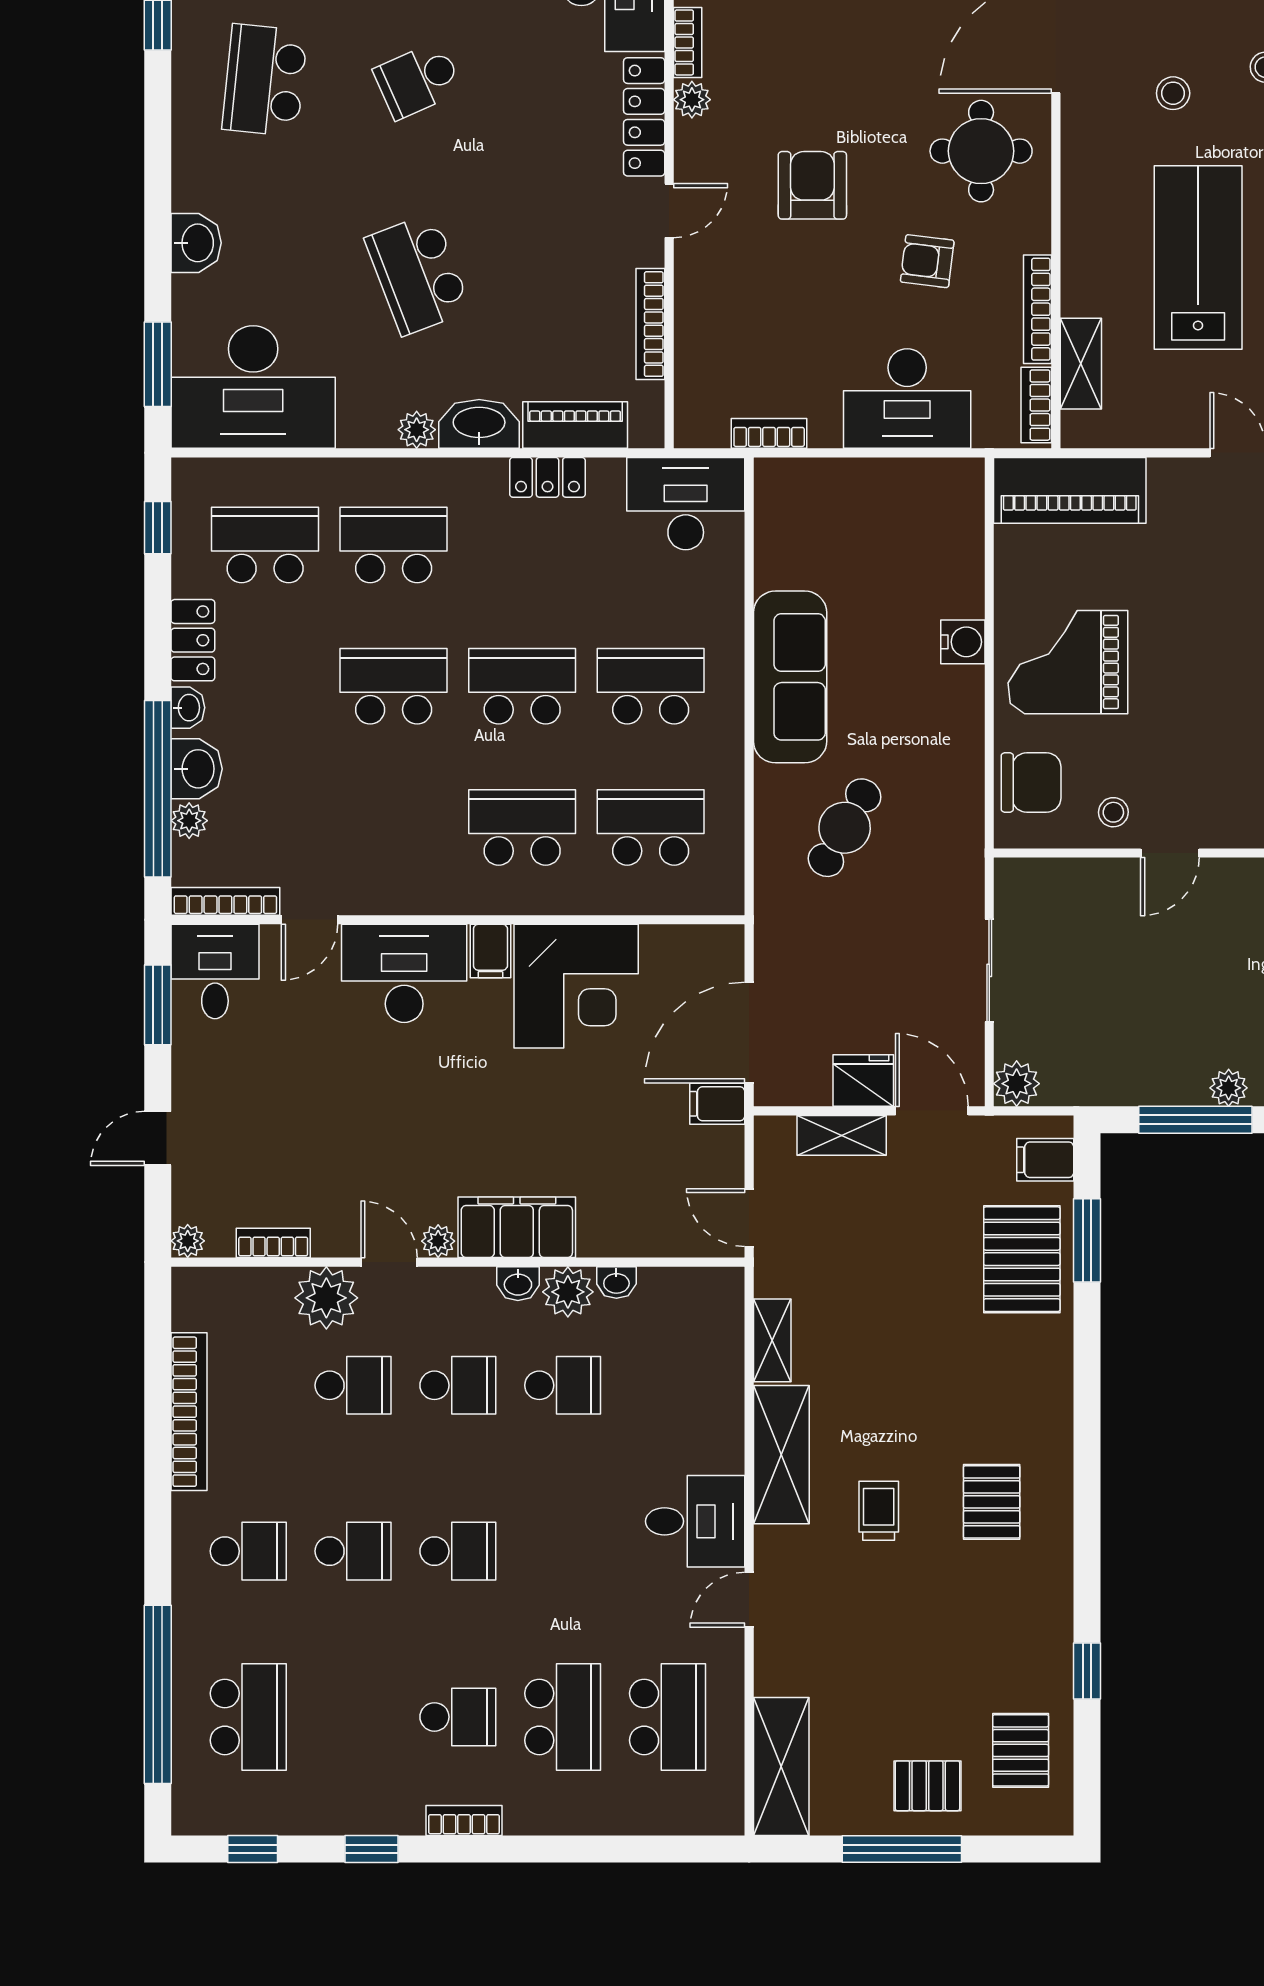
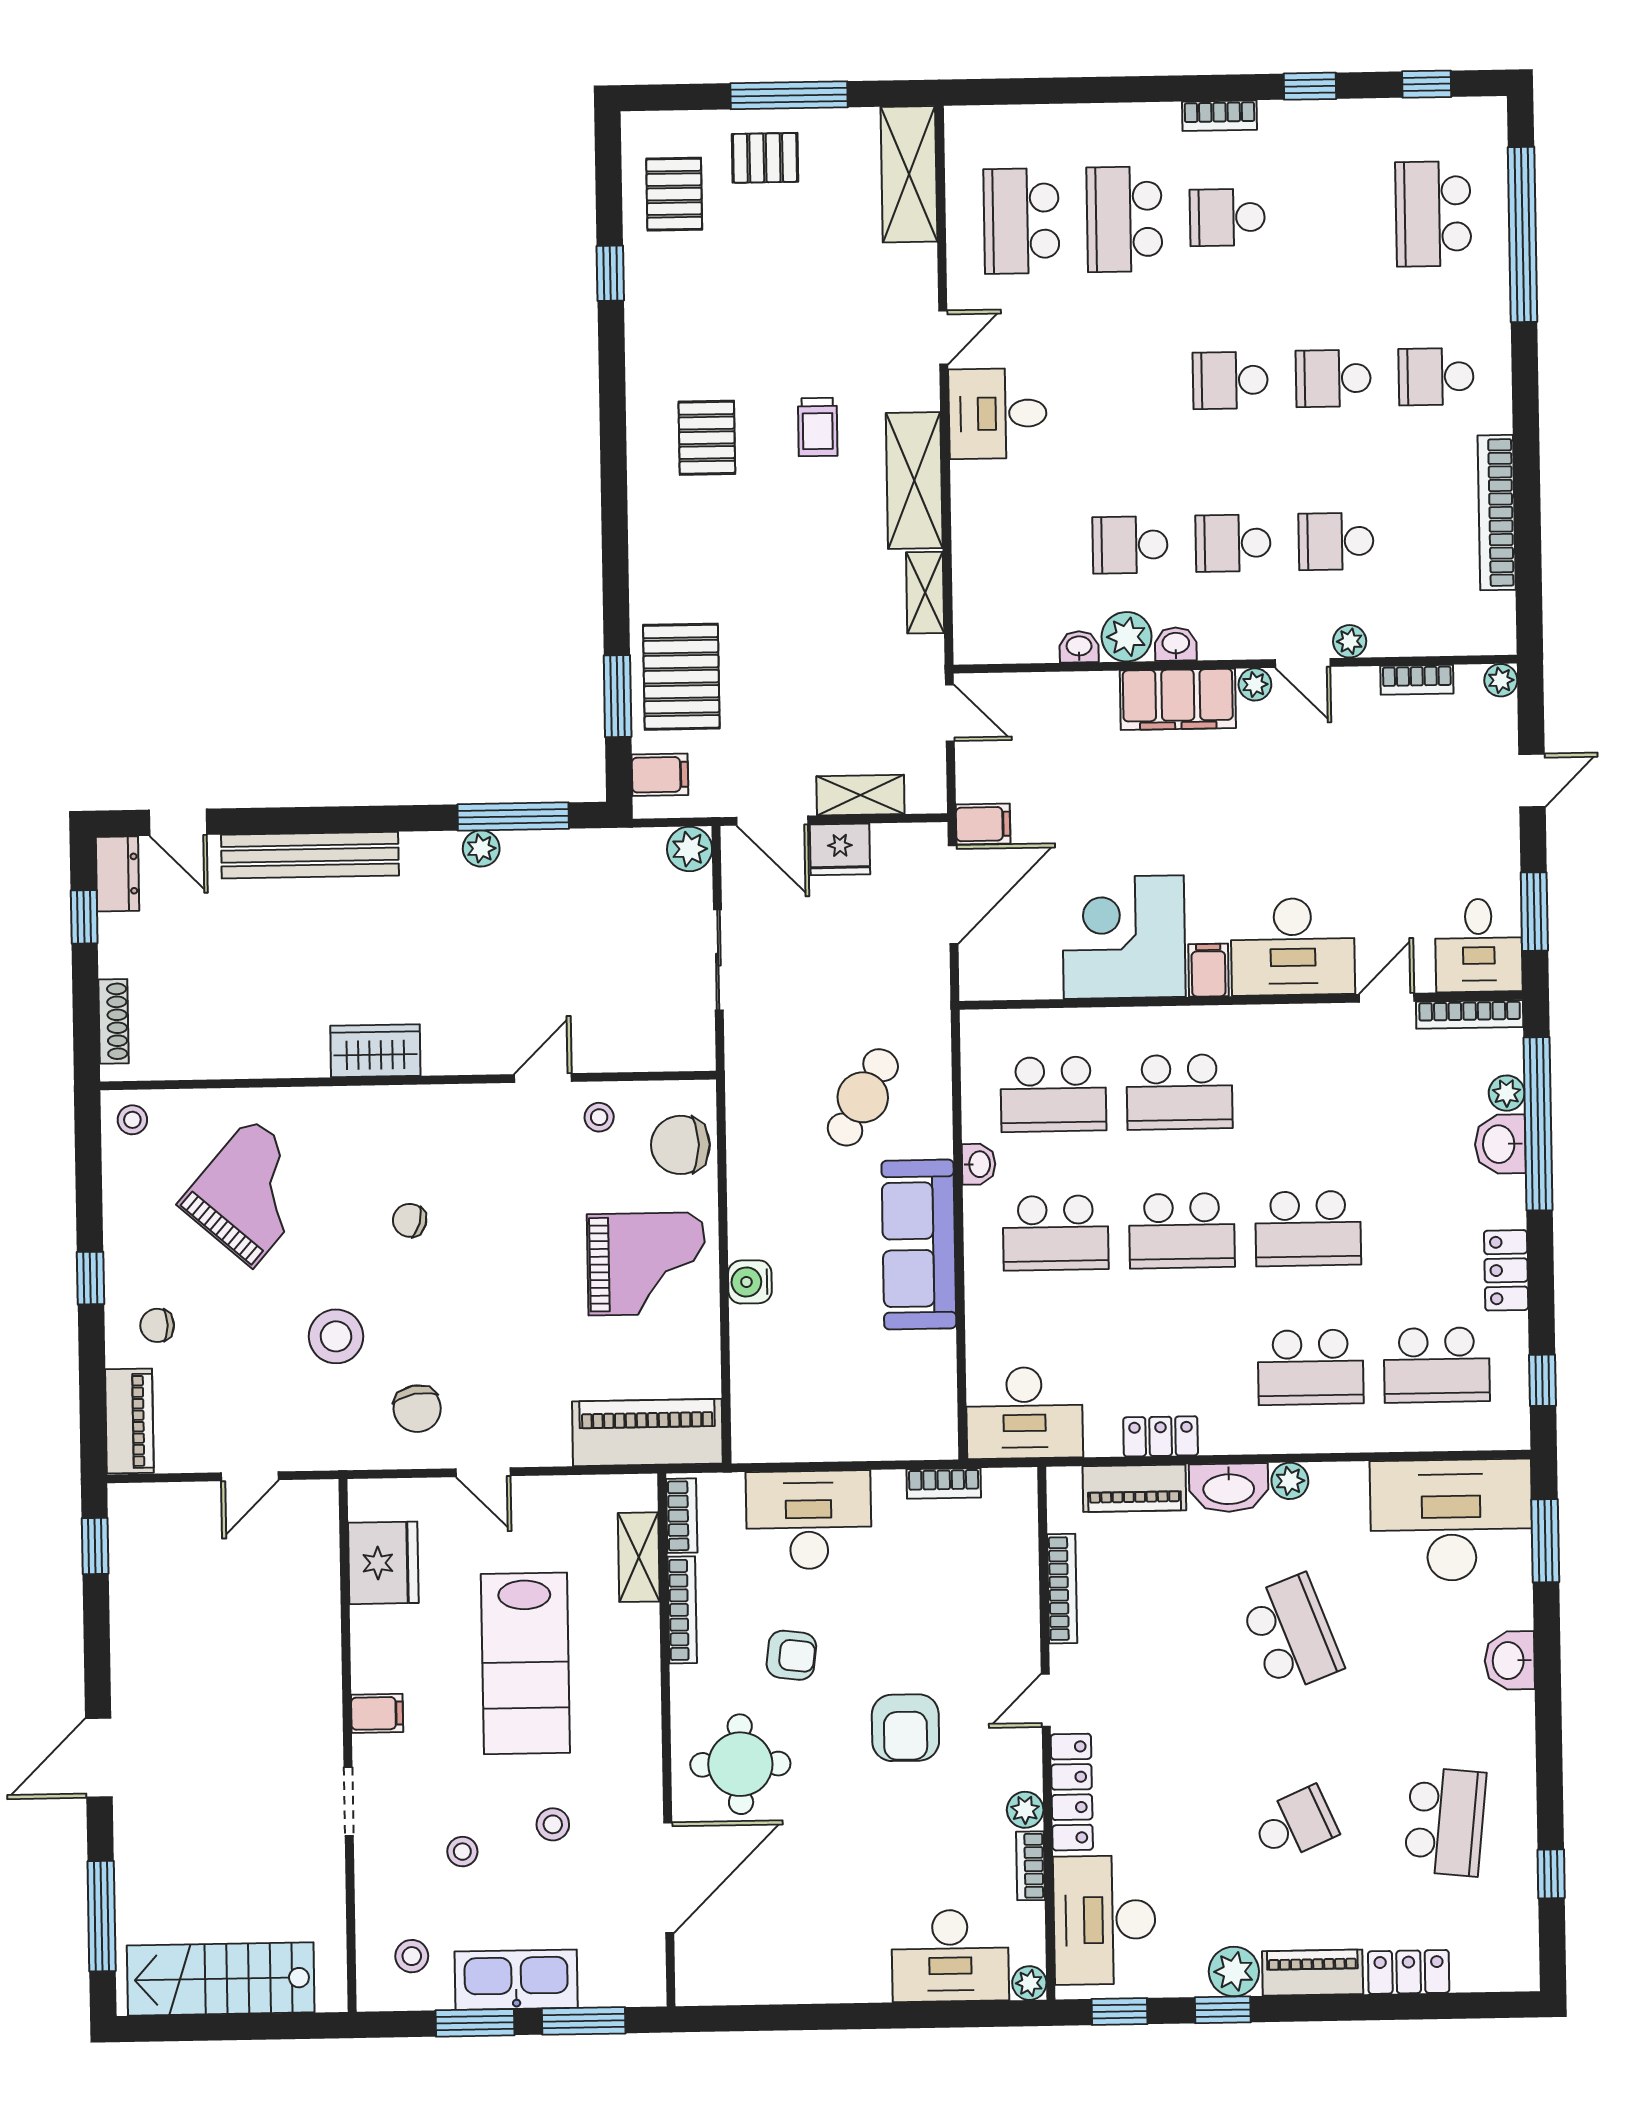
washbasin: (188, 708) -> (979, 1164), moved, turned 180
plant: (326, 1298) -> (1350, 641), width x0.53, depth x0.53

